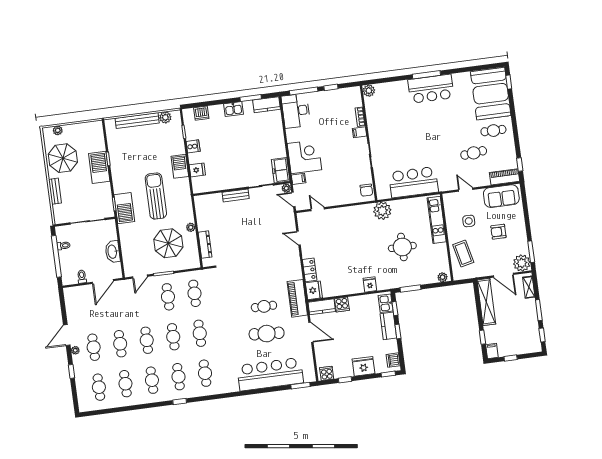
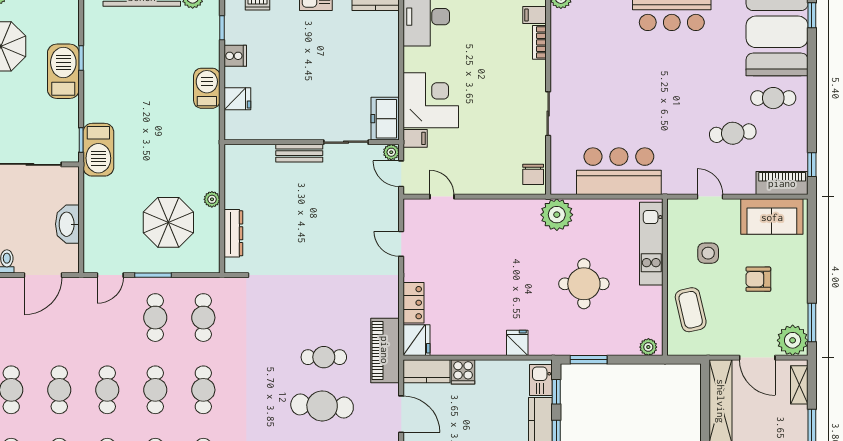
filing cabinet: (360, 132) -> (535, 15), moved
sun lounger: (156, 196) -> (157, 135), removed

